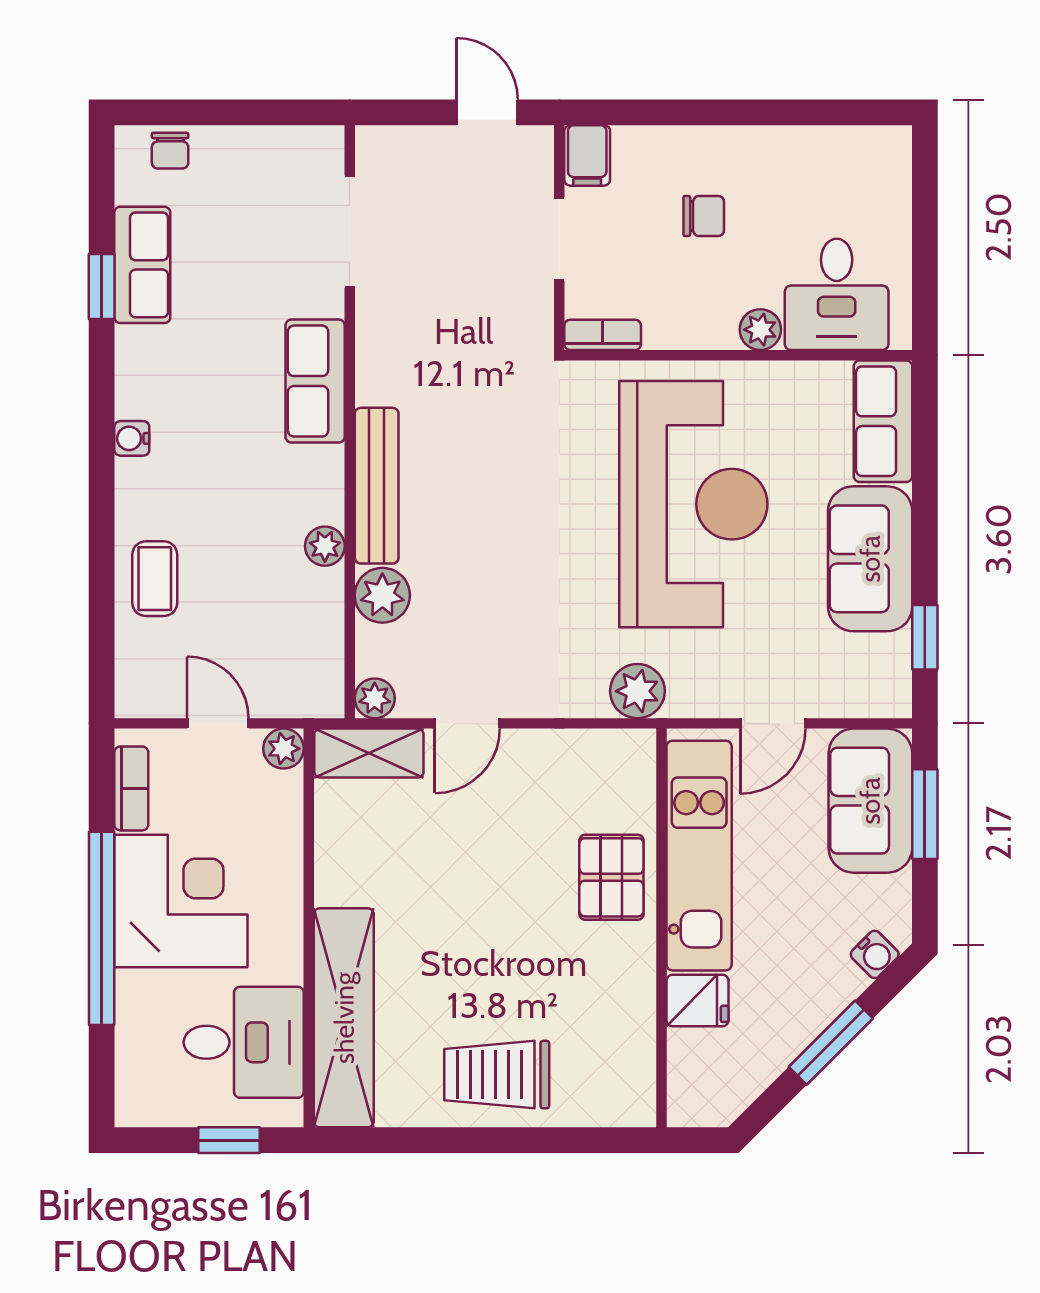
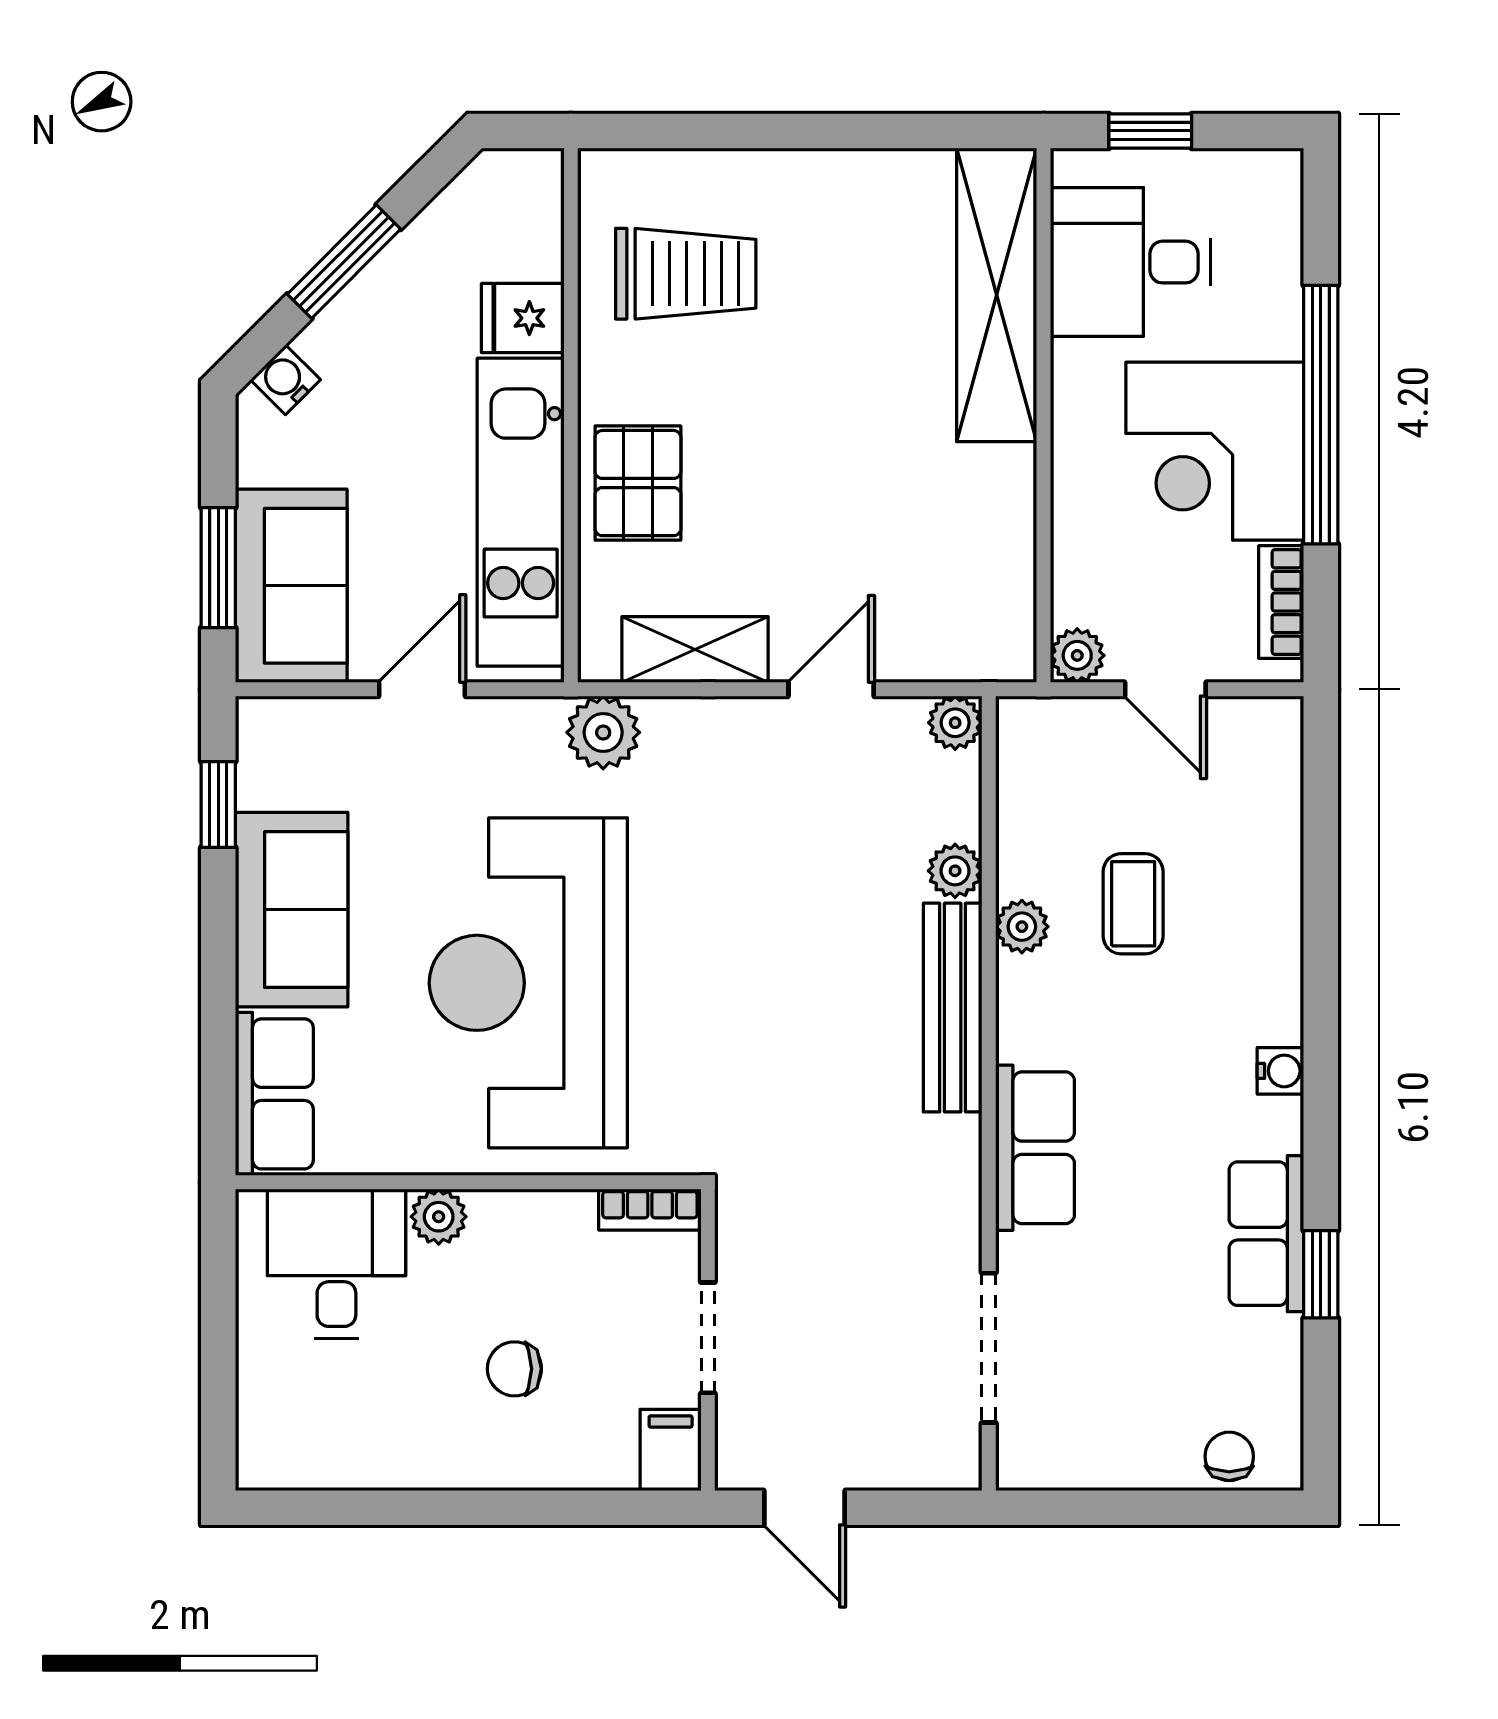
row of seats: (142, 265) -> (1266, 1234), moved
coffee table: (155, 579) -> (1133, 904), moved
plant: (382, 595) -> (955, 871), width x0.73, depth x0.73
shelving: (369, 753) -> (695, 649), moved
trolley: (497, 1075) -> (686, 274), moved

